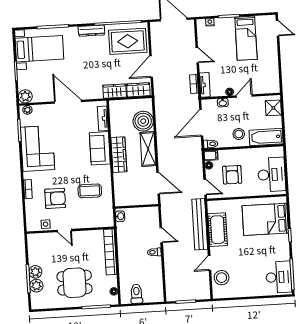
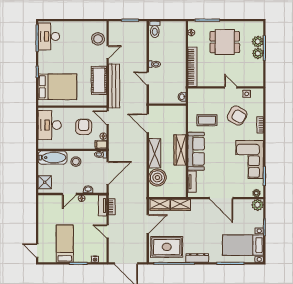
sofa: (100, 148) -> (196, 151), width x1.36
armchair: (55, 198) -> (237, 116), turned -150
toilet: (137, 294) -> (155, 29), moved

